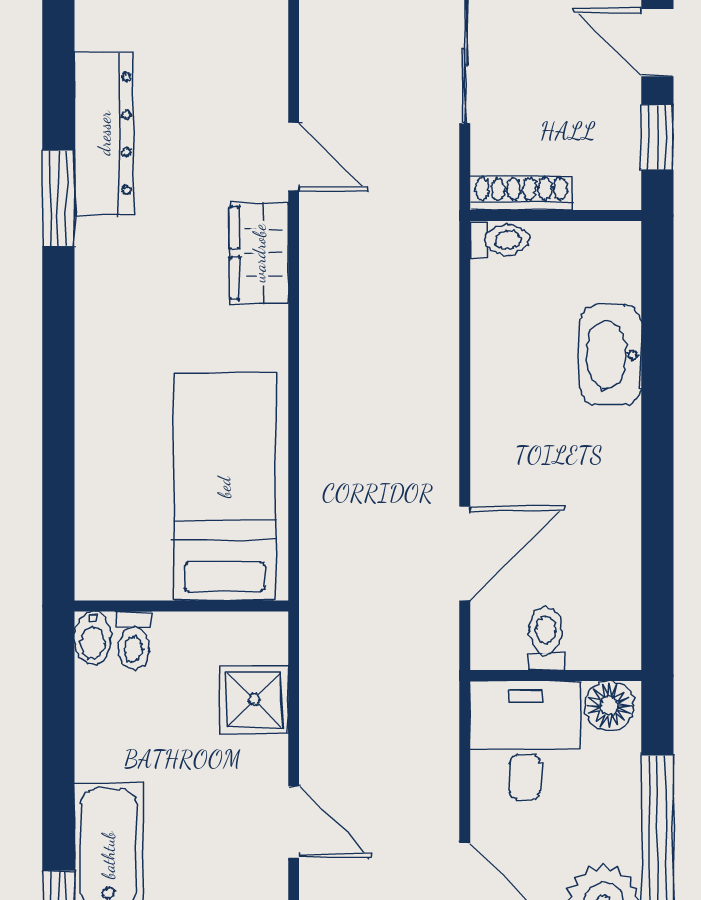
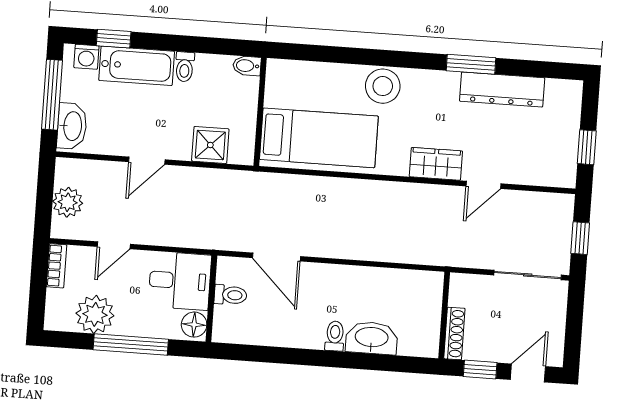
shoe rack: (521, 193) -> (454, 333), moved
toilet: (500, 240) -> (335, 336), moved, turned 180
stool: (114, 369) -> (383, 86), added
toilet: (133, 641) -> (185, 67), moved, turned -90

